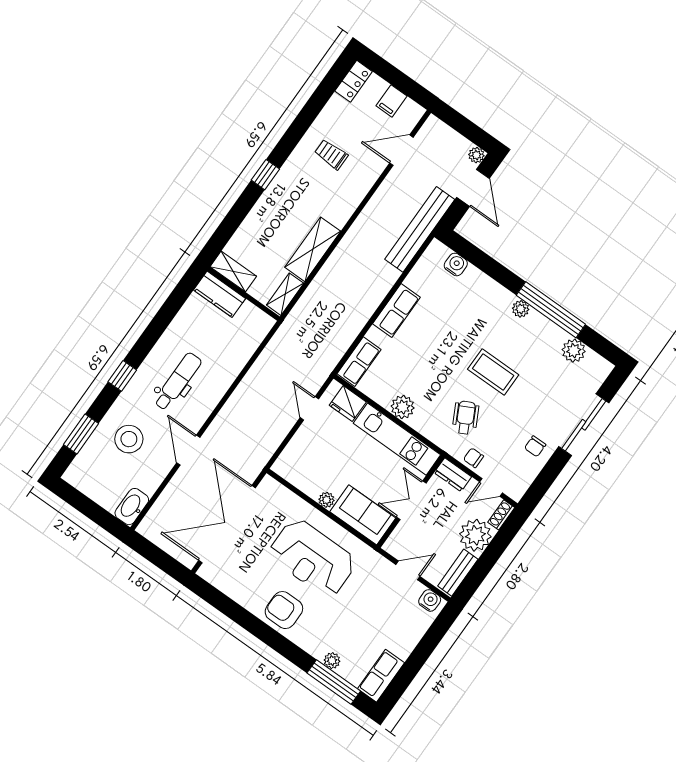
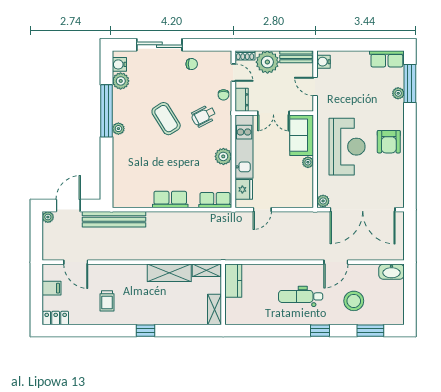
water cooler: (456, 264) -> (119, 64), moved
kitchen counter: (219, 294) -> (233, 281), moved
coffee table: (493, 372) -> (166, 119), turned -32
plant: (269, 486) -> (323, 201), added

